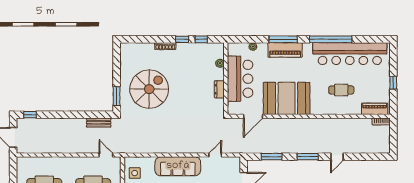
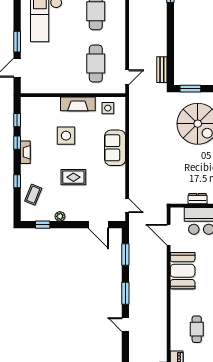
booth: (287, 98) -> (183, 271), width x0.73, depth x0.70
door: (215, 155) -> (127, 206), moved
sofa: (178, 166) -> (115, 148), width x0.73

